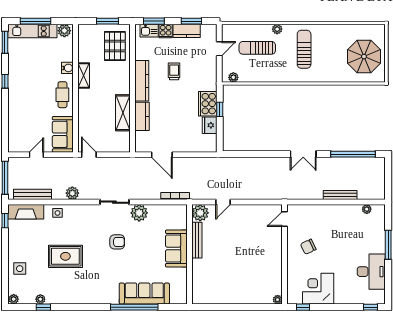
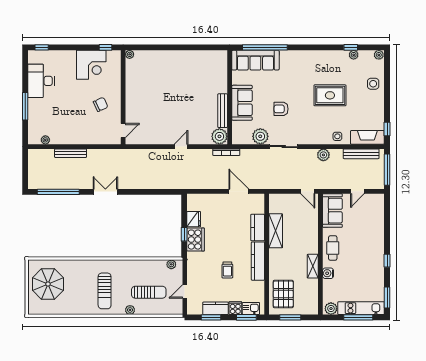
plant: (200, 213) -> (219, 136), moved
bench: (197, 240) -> (223, 111), moved
sofa: (176, 248) -> (242, 103), moved
wall: (189, 254) -> (230, 97), moved

